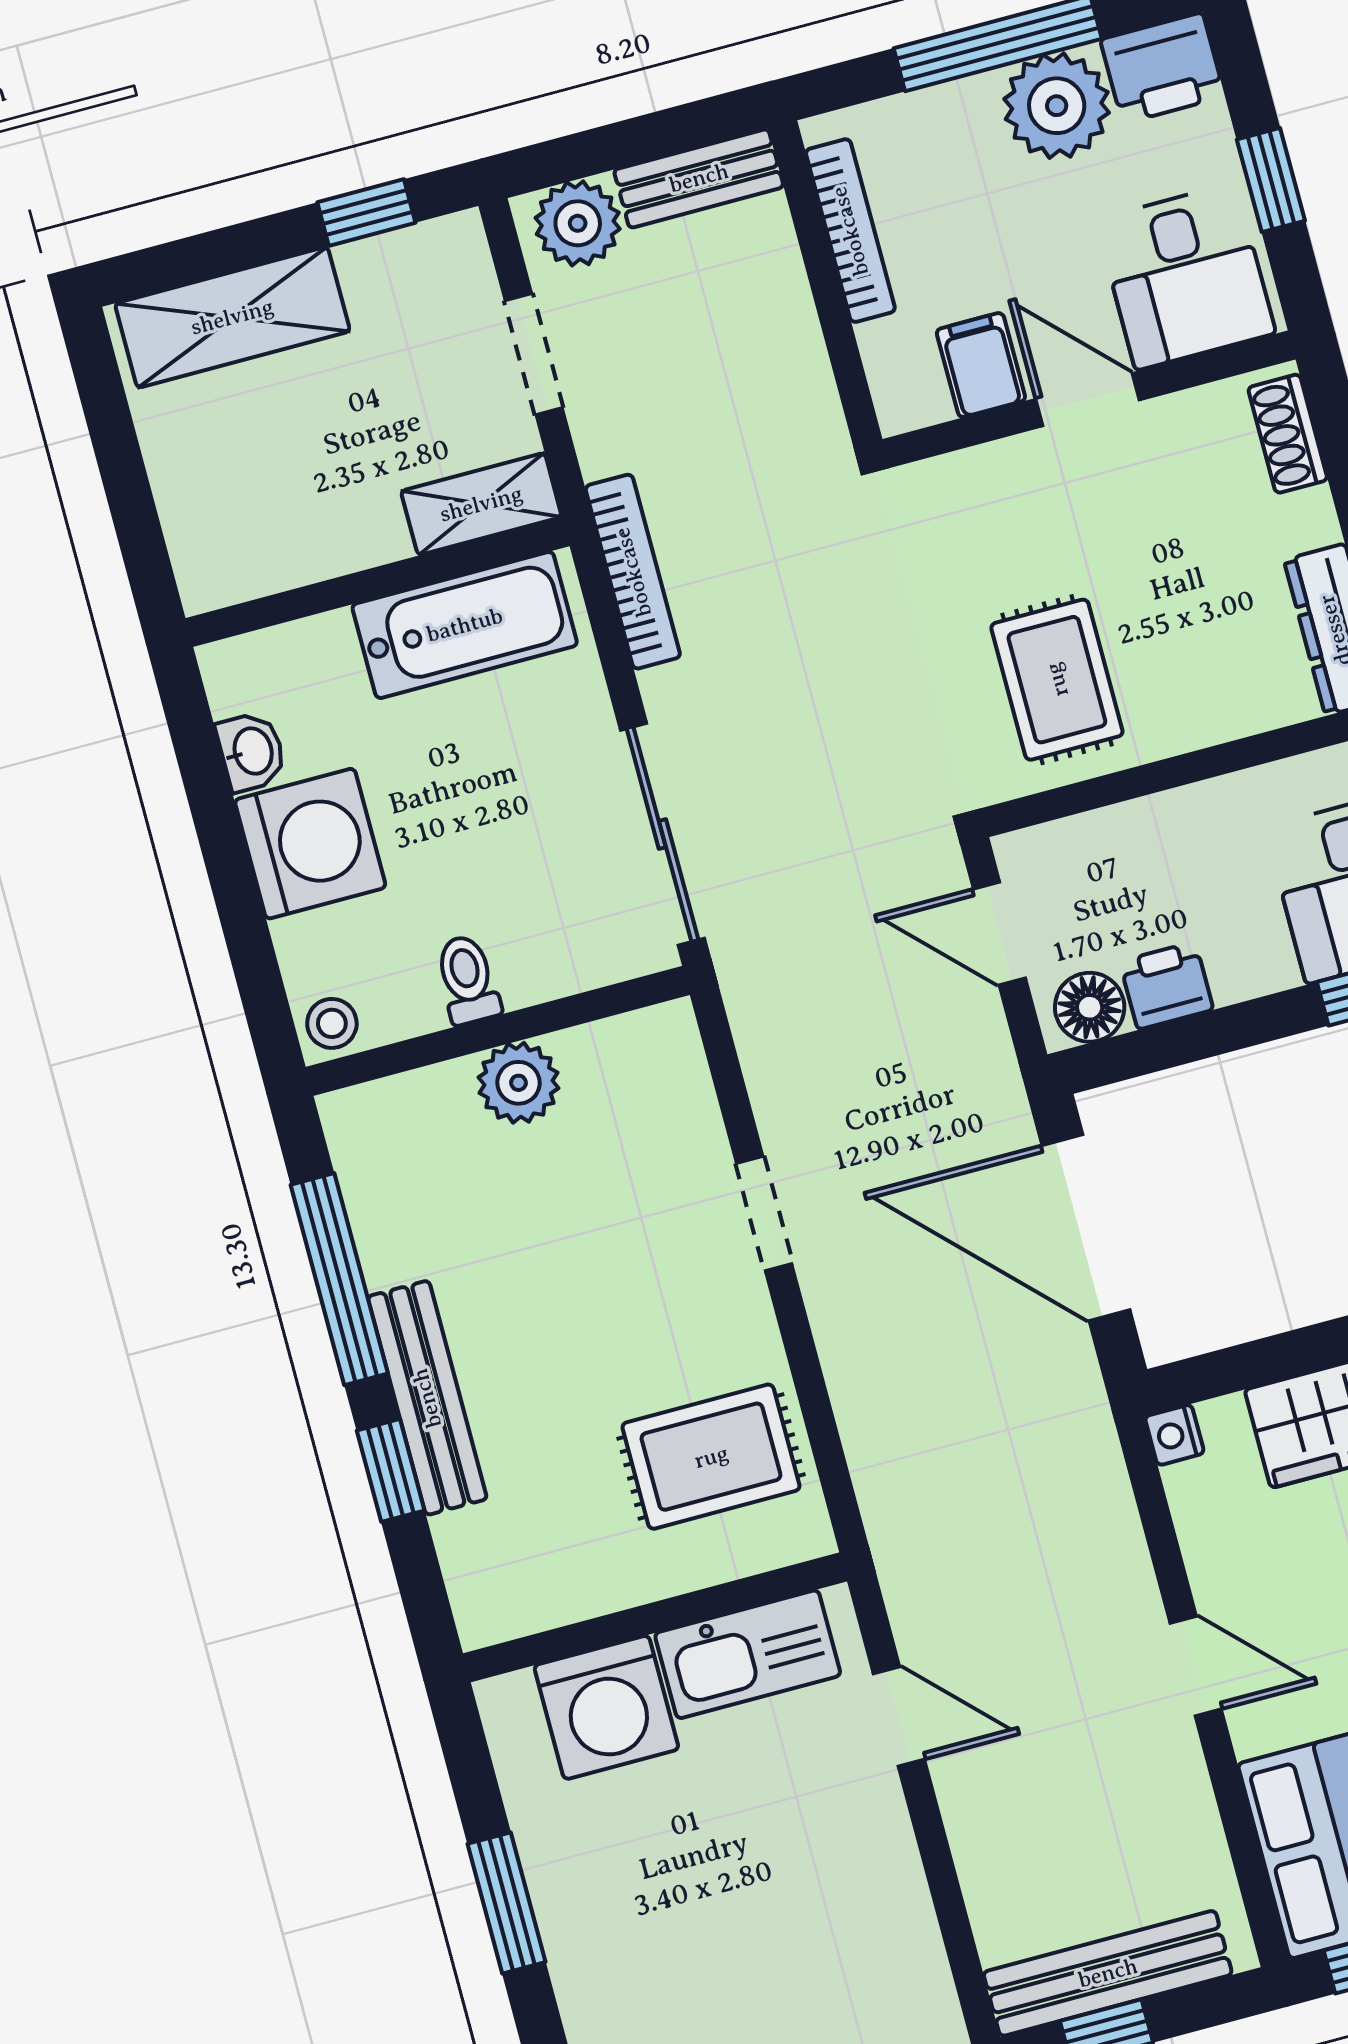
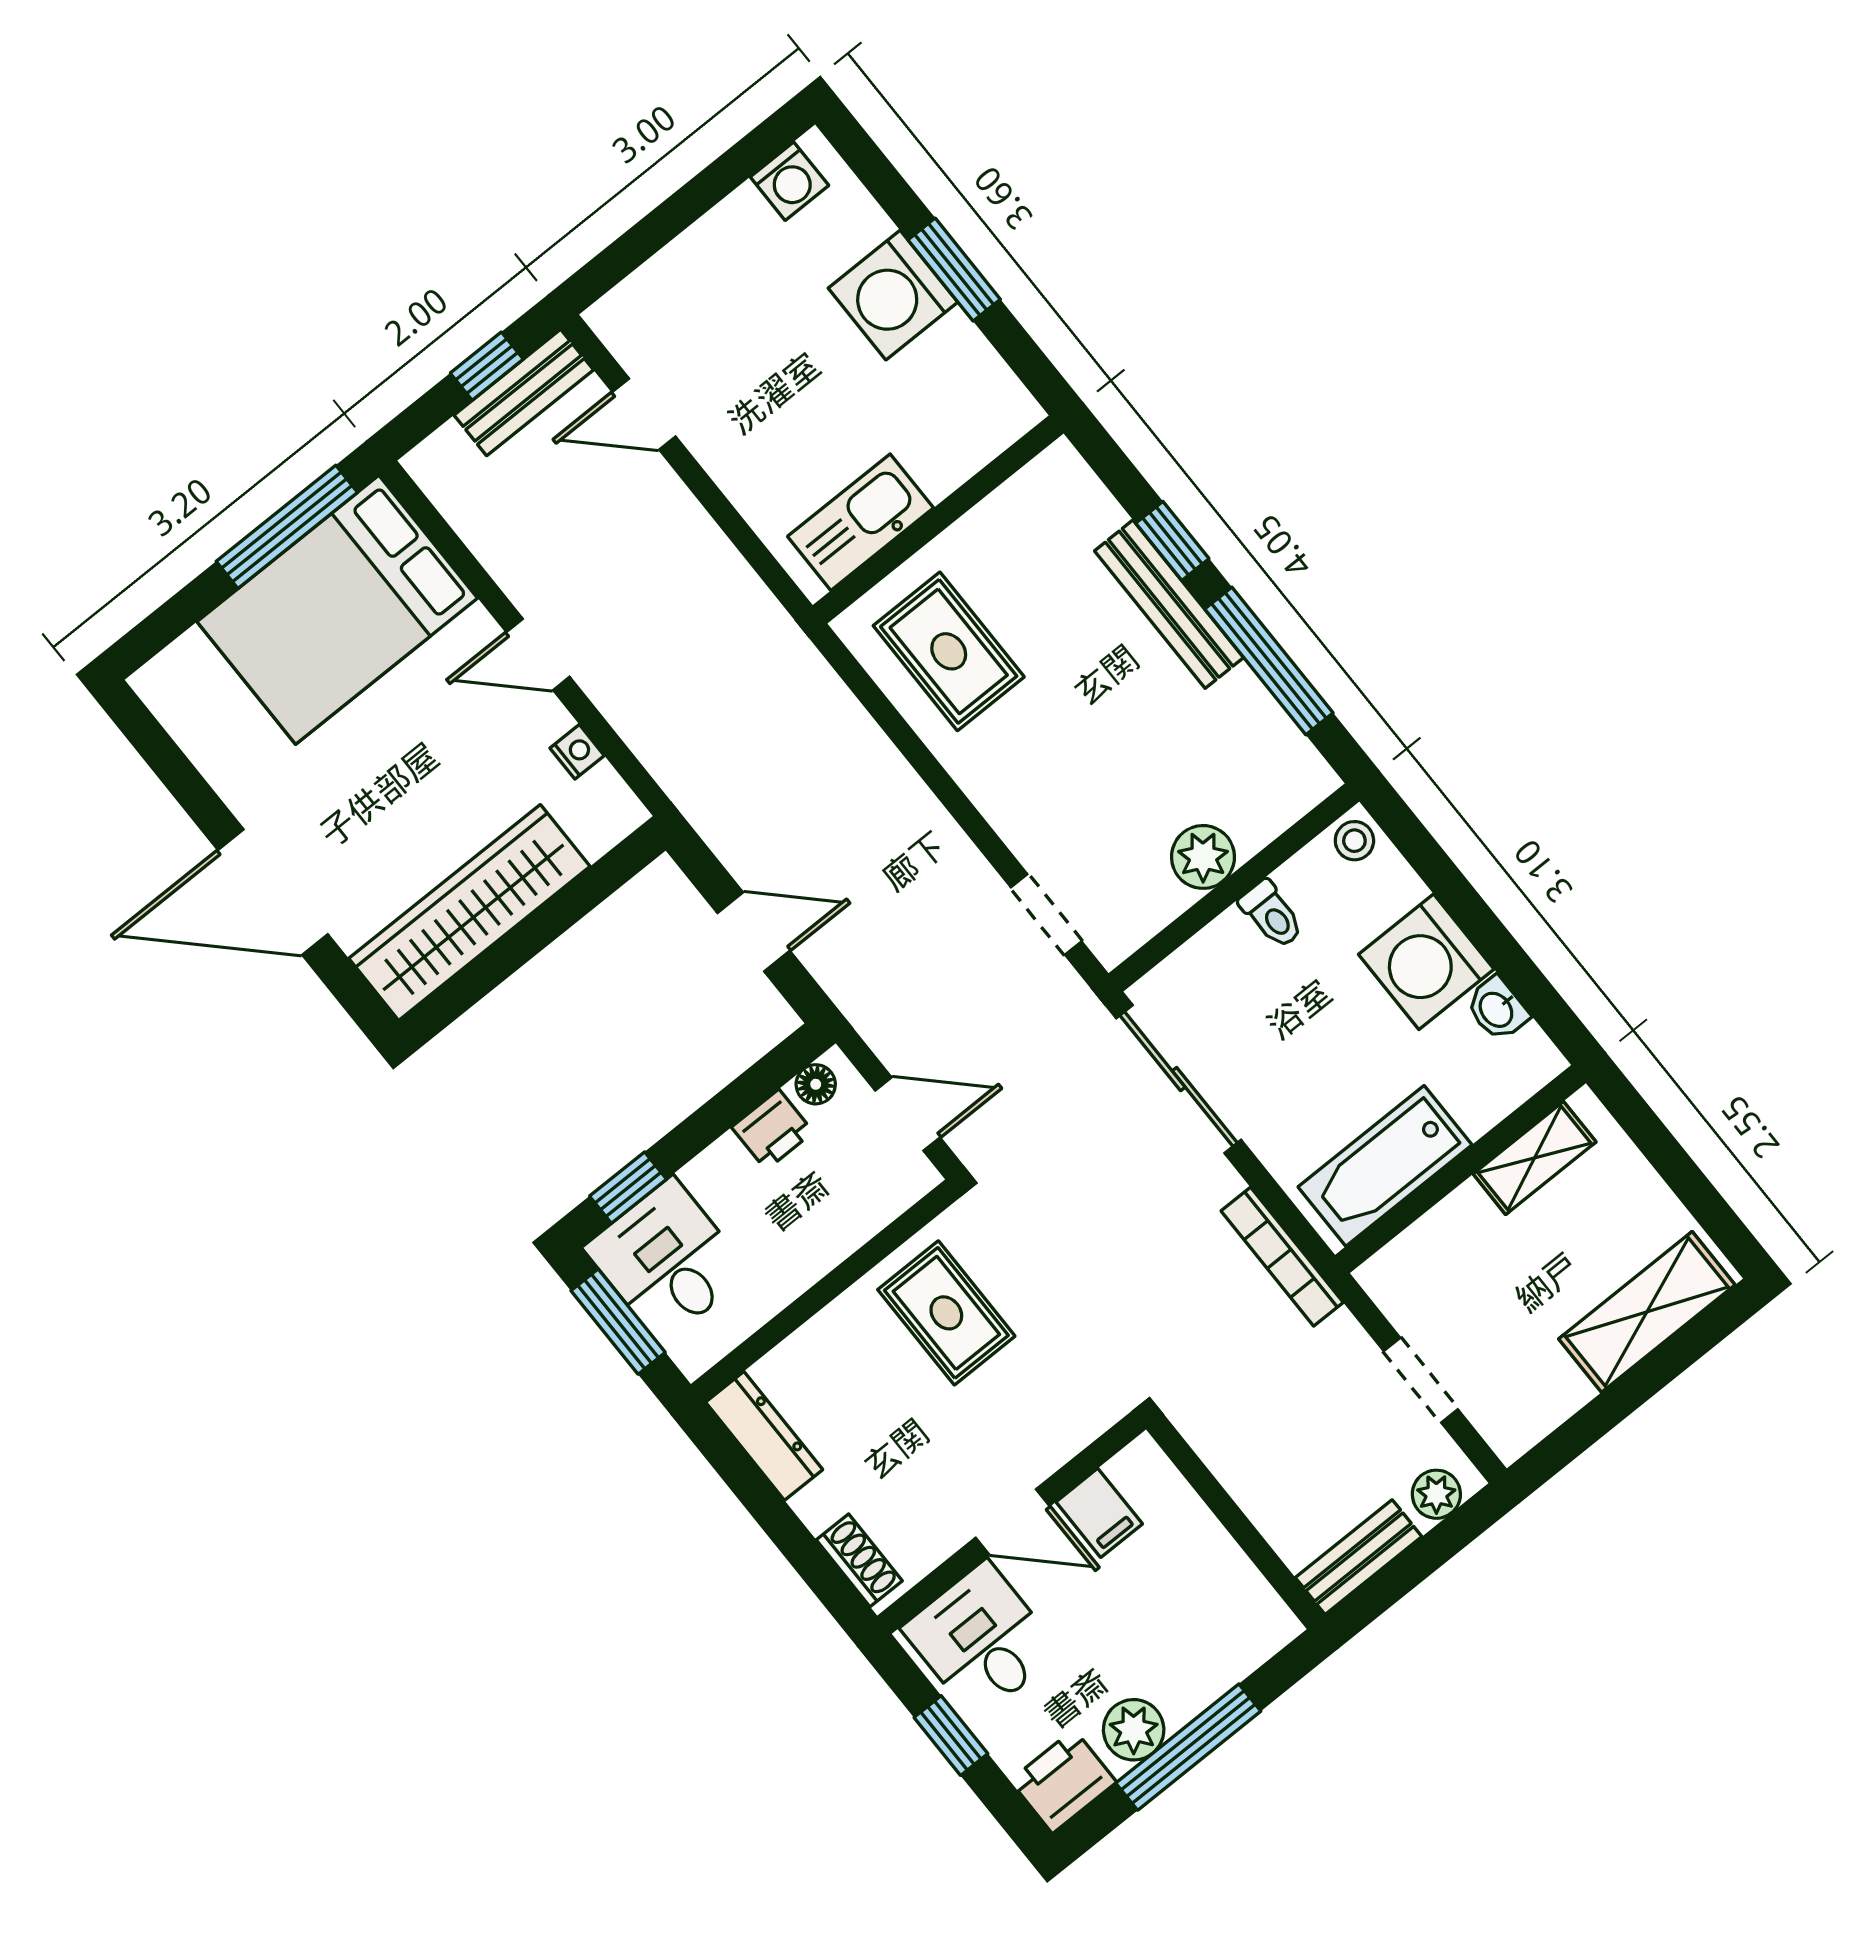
plant: (1057, 106) -> (1134, 1730), width x0.73, depth x0.73
window: (366, 213) -> (1584, 1429), removed
plant: (578, 223) -> (1436, 1494), width x0.73, depth x0.73
bookcase: (850, 231) -> (1234, 1568), removed
shelving: (481, 504) -> (1535, 1158), moved
floor lamp: (1090, 1007) -> (816, 1084), width x0.73, depth x0.73
doorway: (764, 1214) -> (1046, 914), moved
door: (1086, 1228) -> (754, 932), width x0.53
nightstand: (1174, 1435) -> (577, 752), moved
rug: (711, 1457) -> (949, 651), turned 90
washing machine: (606, 1707) -> (893, 295), moved, turned -90
door: (899, 1716) -> (644, 414), moved
bench: (1108, 1973) -> (524, 392), width x0.73

